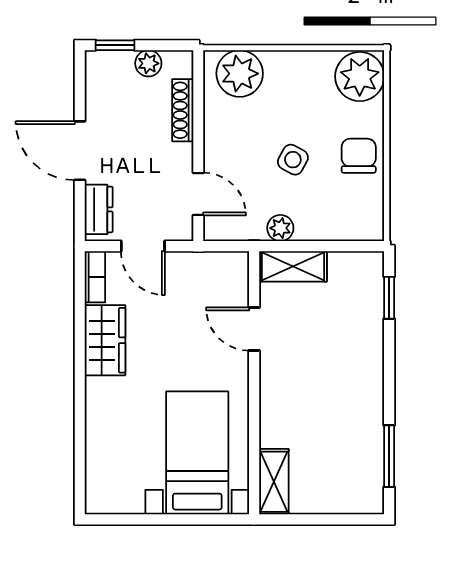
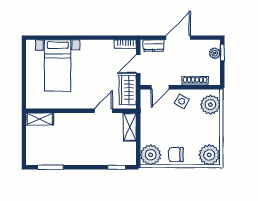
plant: (148, 63) -> (215, 53), moved
chair: (359, 156) -> (176, 154), turned 180
side table: (293, 160) -> (182, 101), moved
plant: (280, 228) -> (151, 155), moved, width x1.88, depth x1.88
wardrobe: (105, 340) -> (128, 90), moved, turned 90
bed with nightstands: (197, 453) -> (58, 65), moved, turned 90

